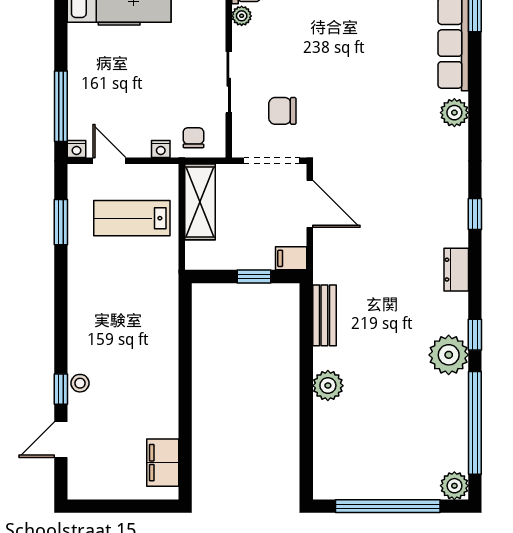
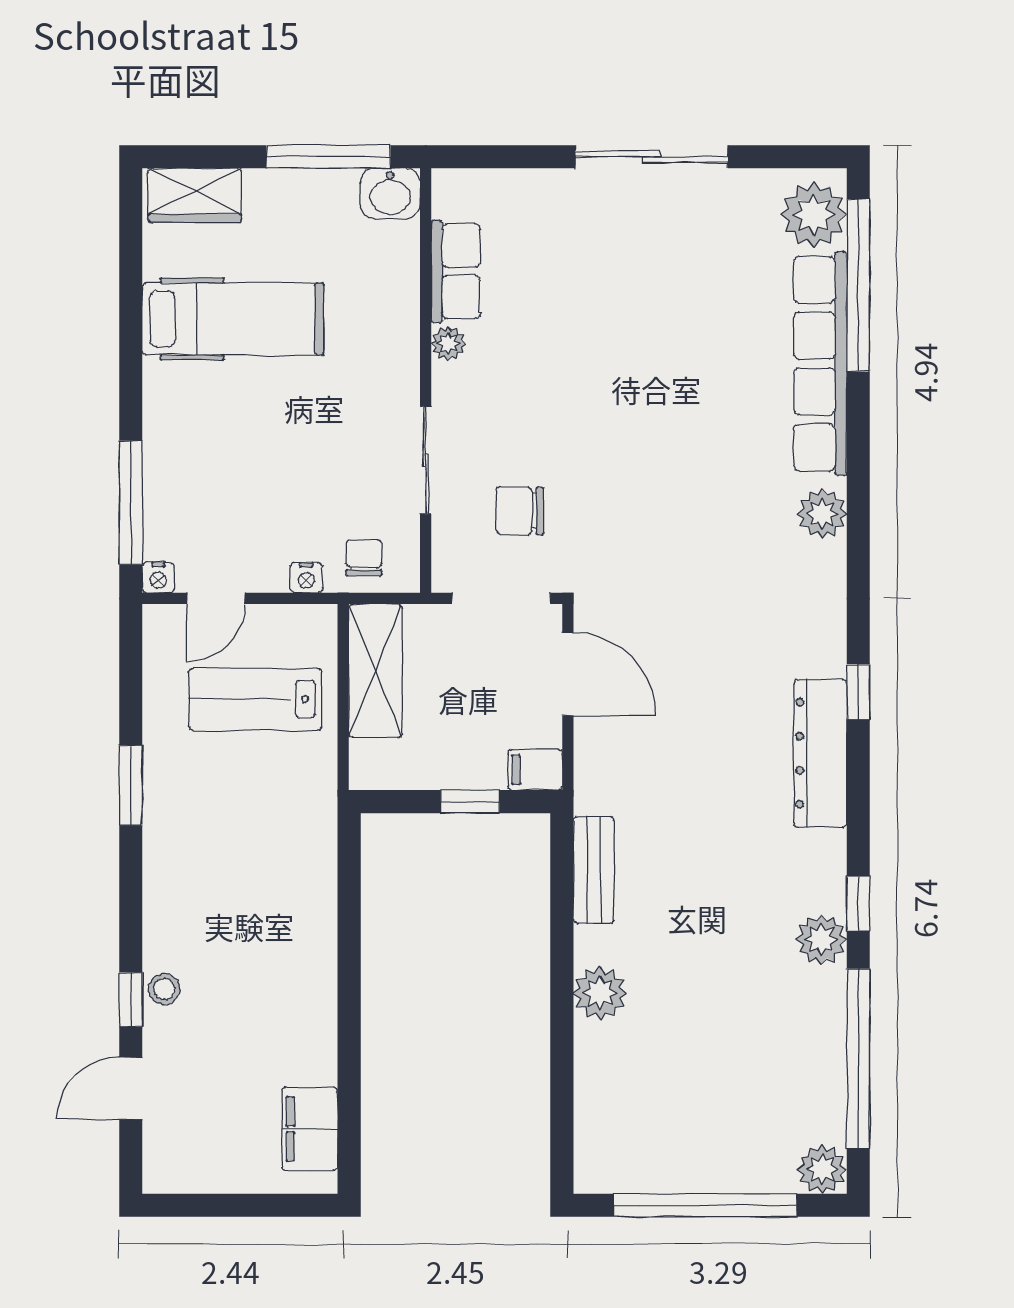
door: (109, 161) -> (216, 598), swing flipped
window: (61, 222) -> (131, 785), moved
dresser: (456, 270) -> (820, 753), width x1.96, depth x1.24
plant: (449, 355) -> (821, 939), width x0.73, depth x0.73

